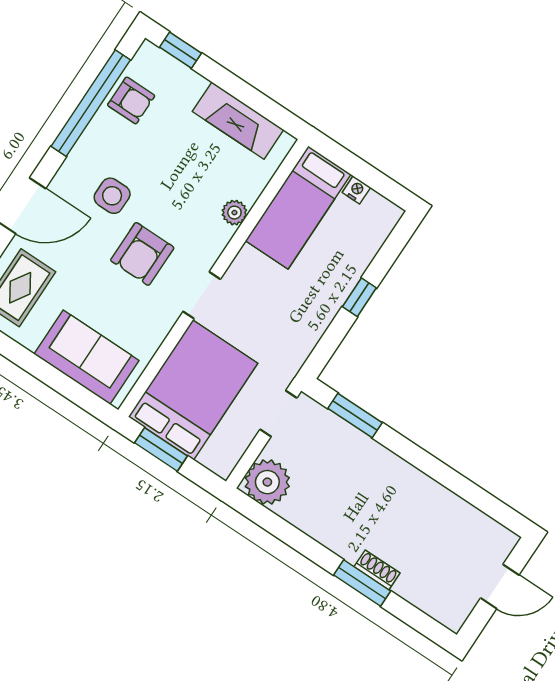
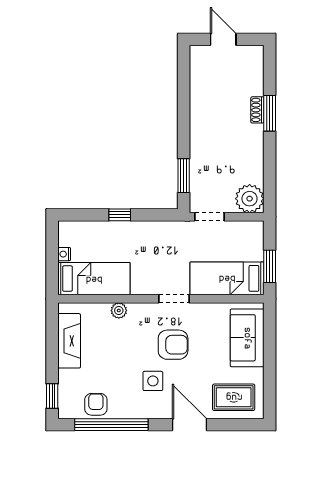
bed: (193, 390) -> (227, 278), width x0.67

